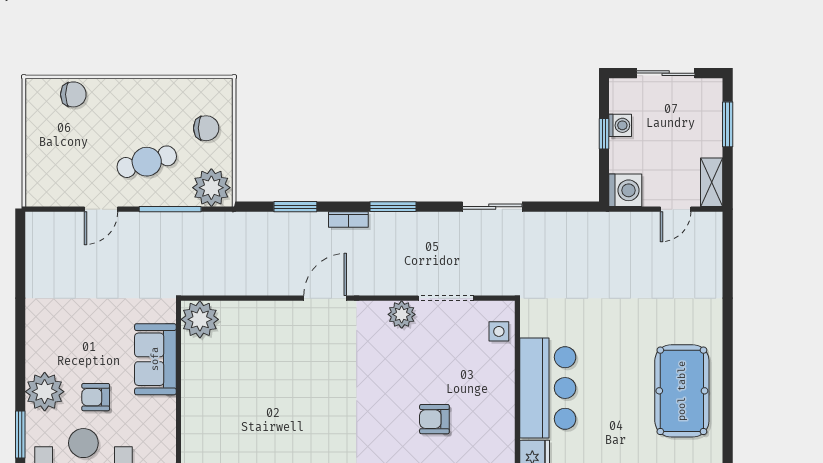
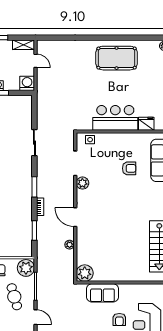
plant: (264, 285) -> (70, 245), added
armchair: (434, 419) -> (129, 168), turned -90

